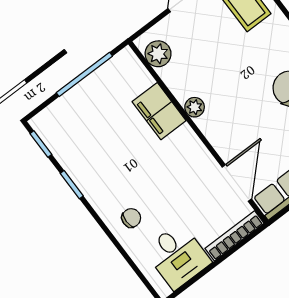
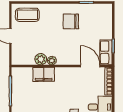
plant: (158, 54) -> (41, 59), moved

